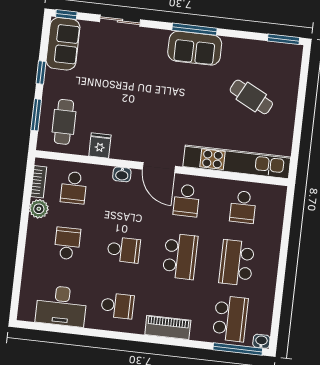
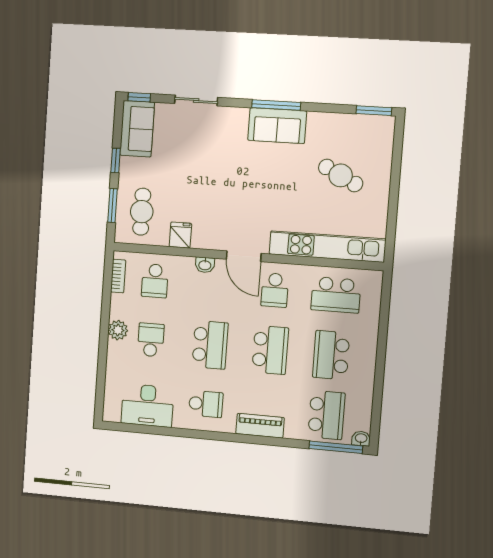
school desk: (243, 207) -> (336, 295), width x1.85
plant: (39, 209) -> (118, 330), moved
school desk: (124, 250) -> (210, 345), width x1.85

